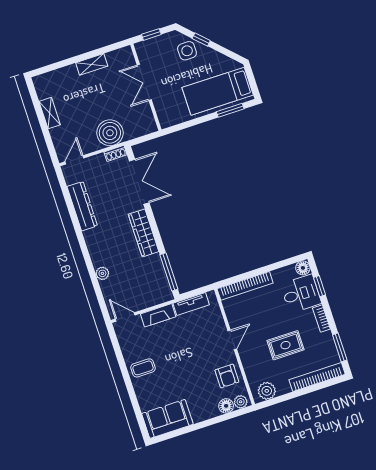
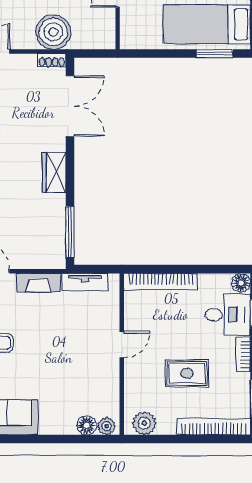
wardrobe: (144, 233) -> (54, 172), width x0.67
armchair: (227, 376) -> (100, 388), removed

